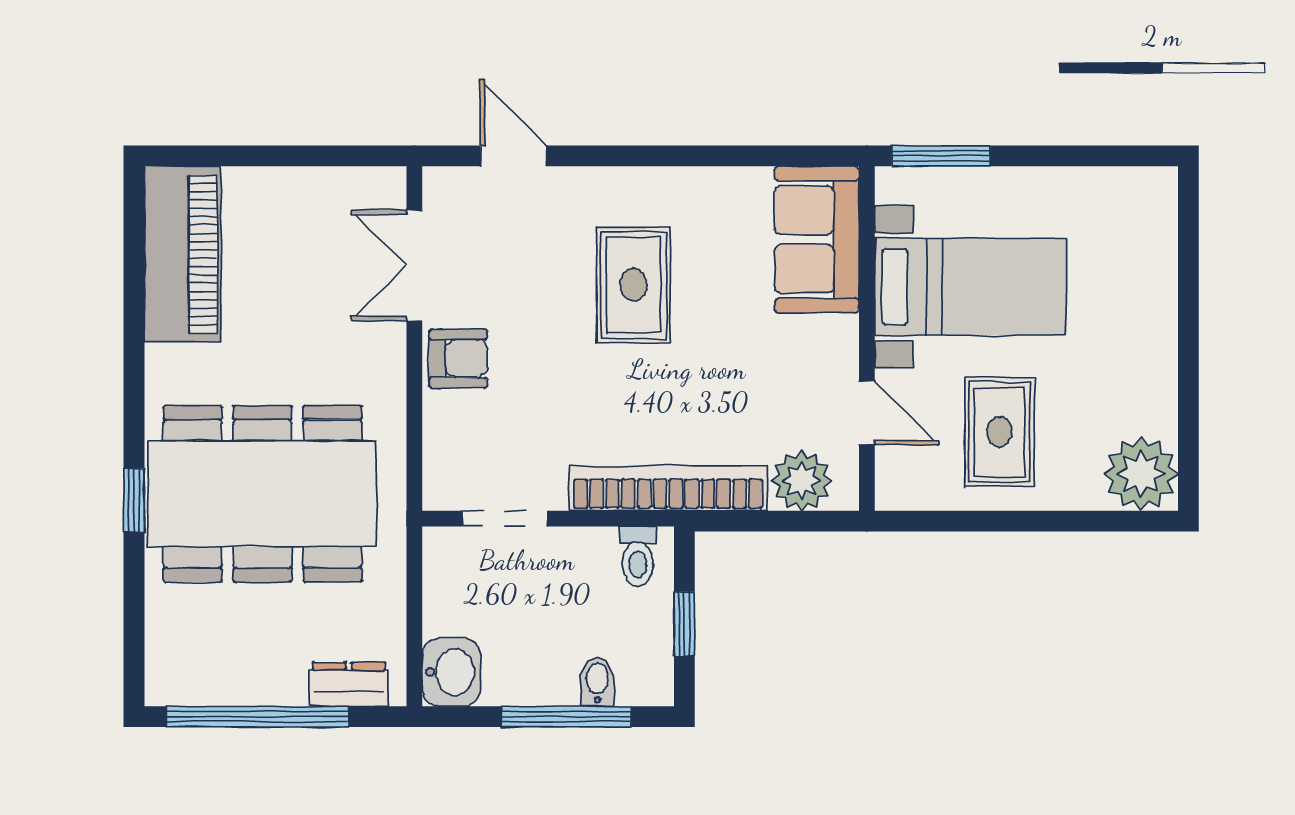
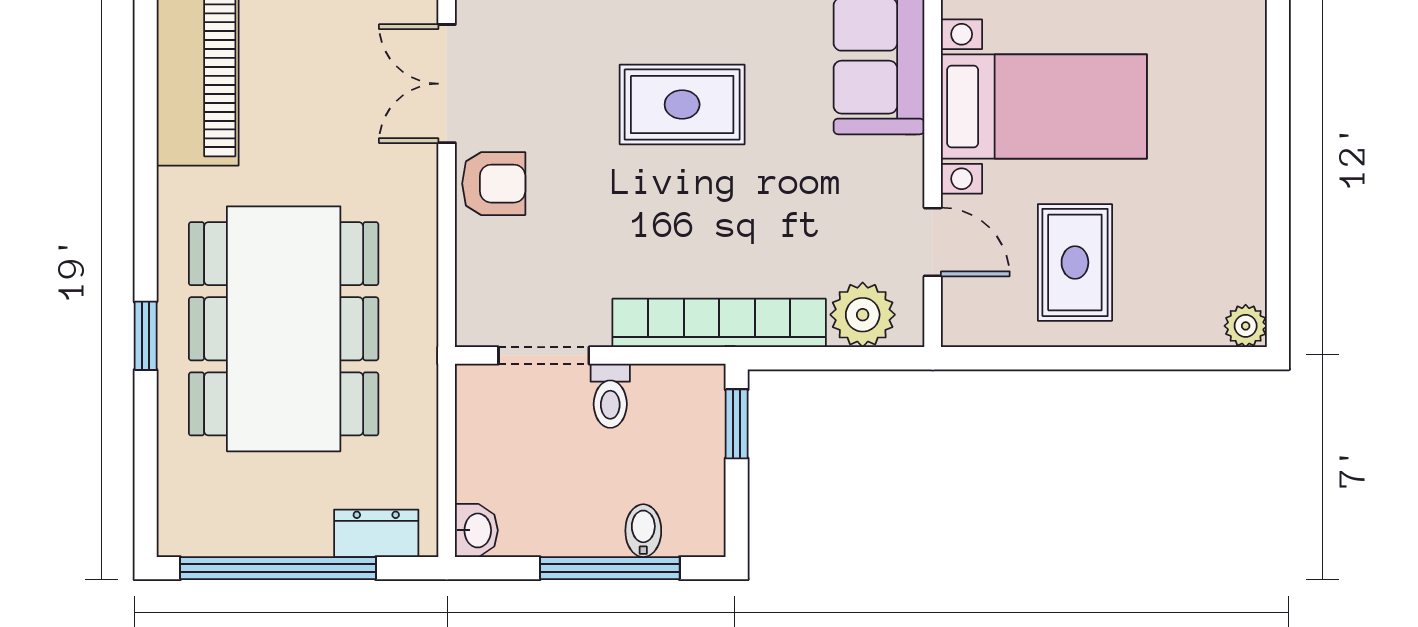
rug: (634, 285) -> (682, 105), turned 90
plant: (1141, 474) -> (1246, 326), width x0.53, depth x0.53
dining table: (263, 494) -> (284, 329), turned 90
toilet: (638, 556) -> (610, 396), moved
window: (684, 624) -> (737, 424), moved
washbasin: (451, 672) -> (476, 530), width x0.72, depth x0.69

